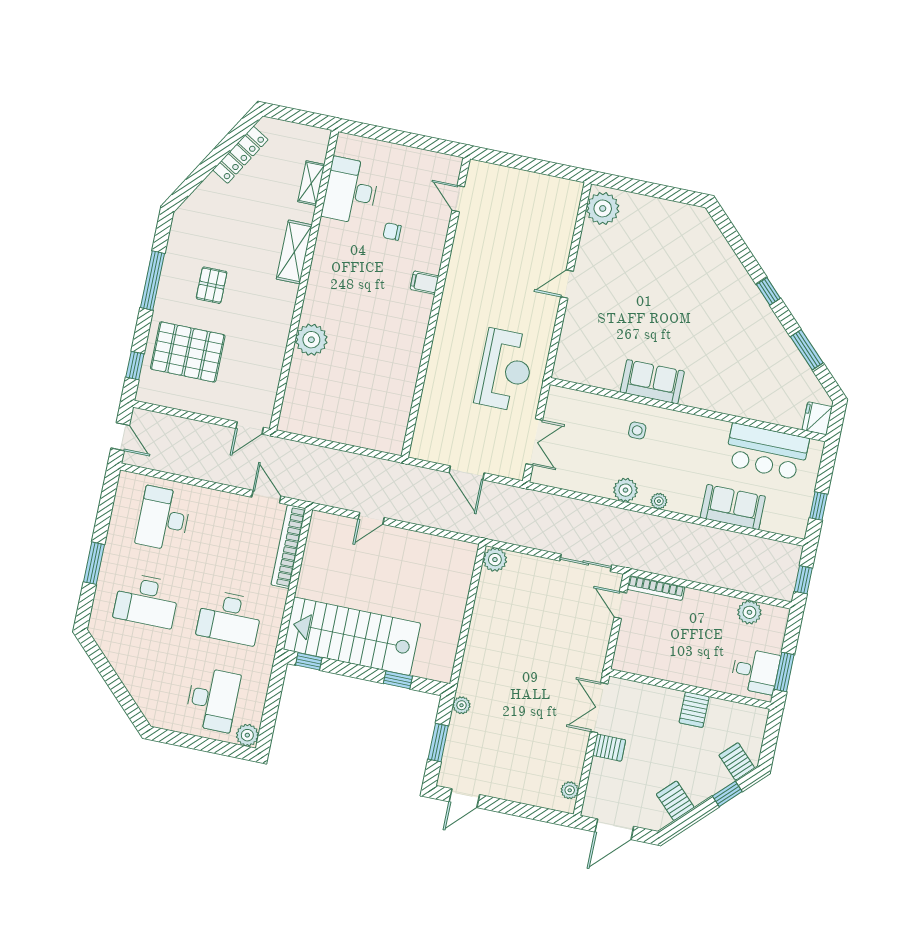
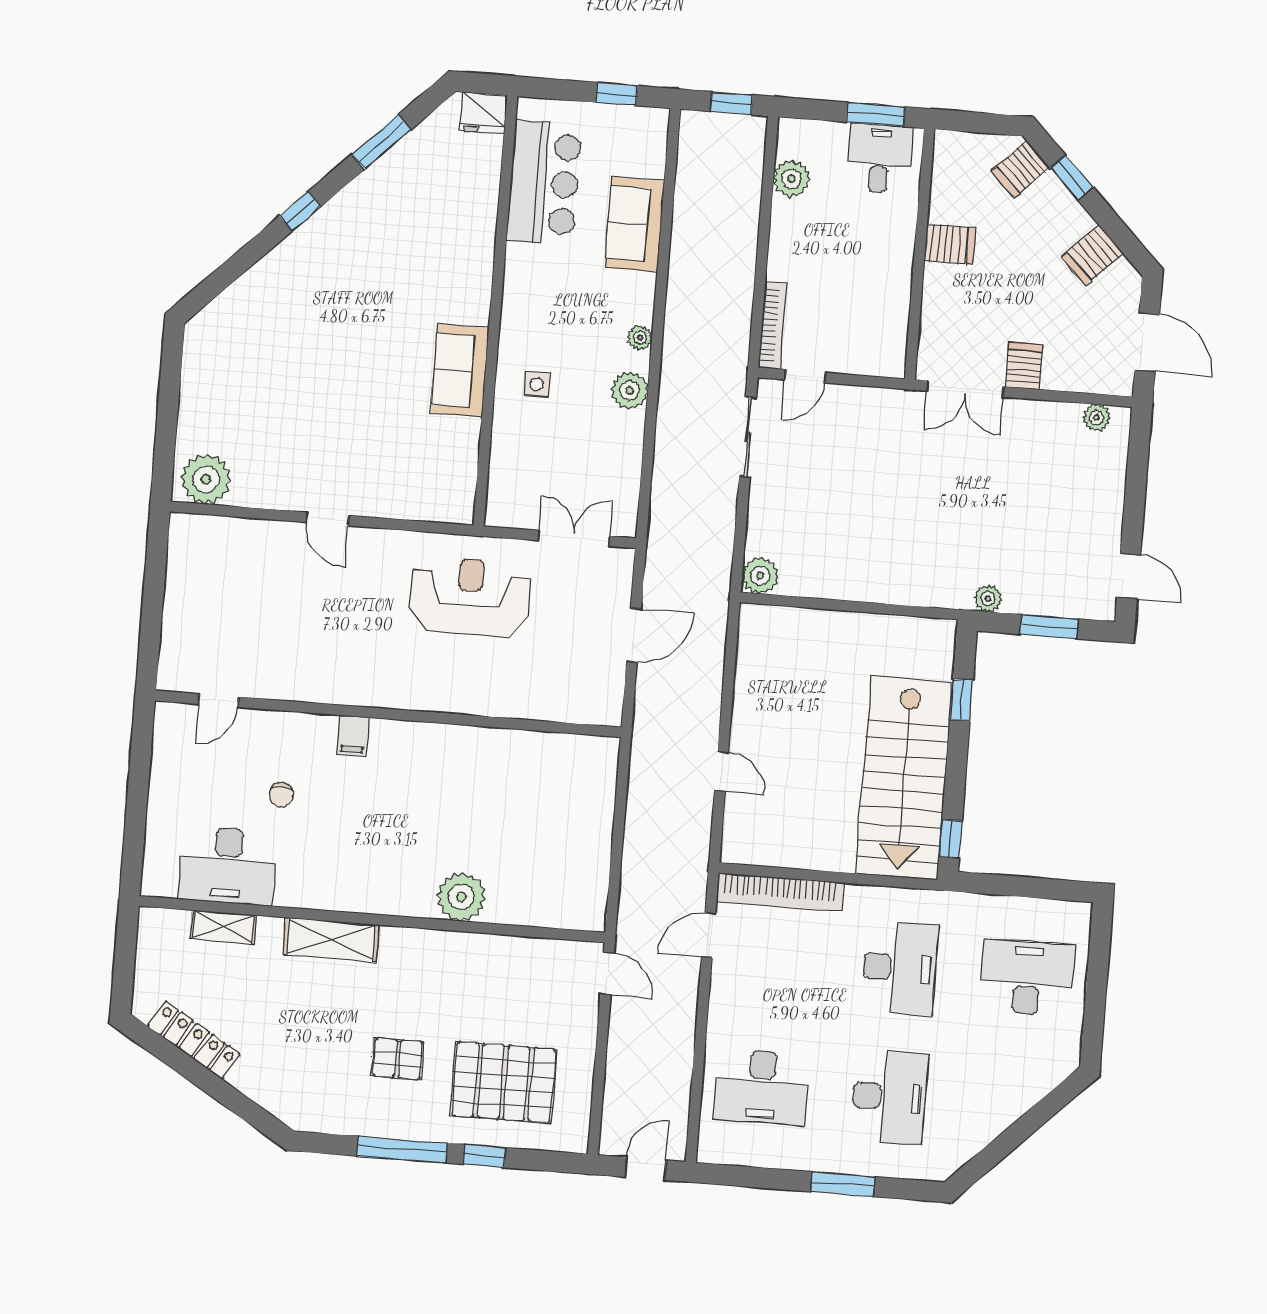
pallet: (188, 352) -> (504, 1082), turned 90
window: (135, 366) -> (484, 1156), moved
plant: (247, 735) -> (1075, 918), removed

